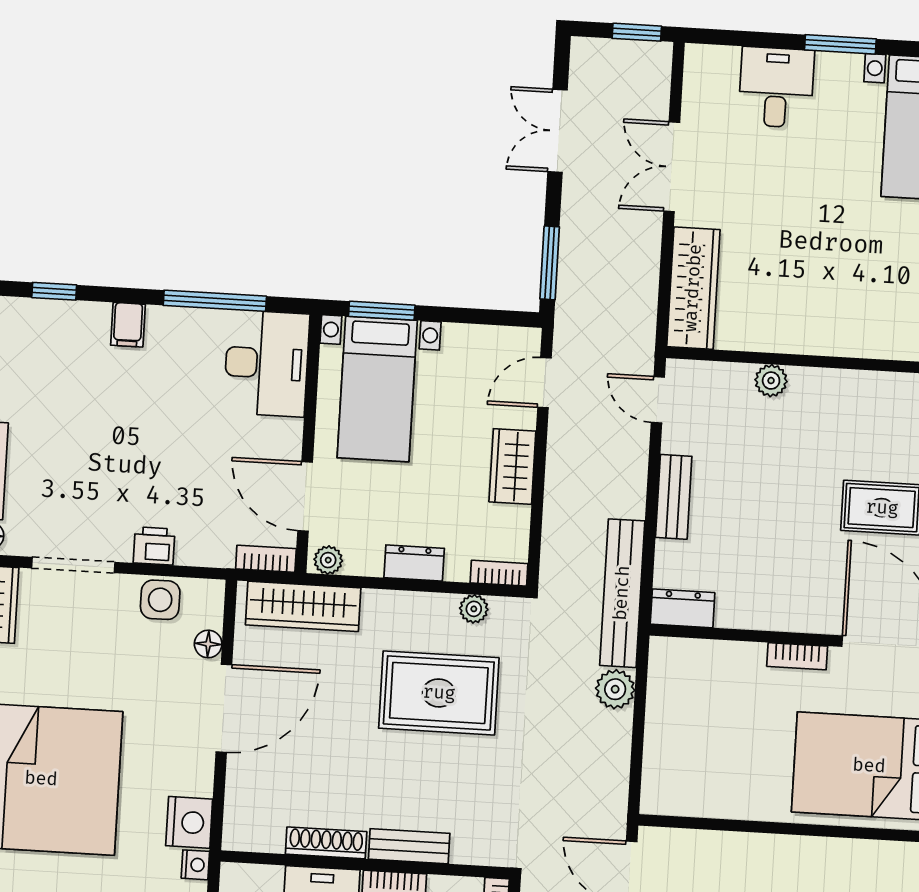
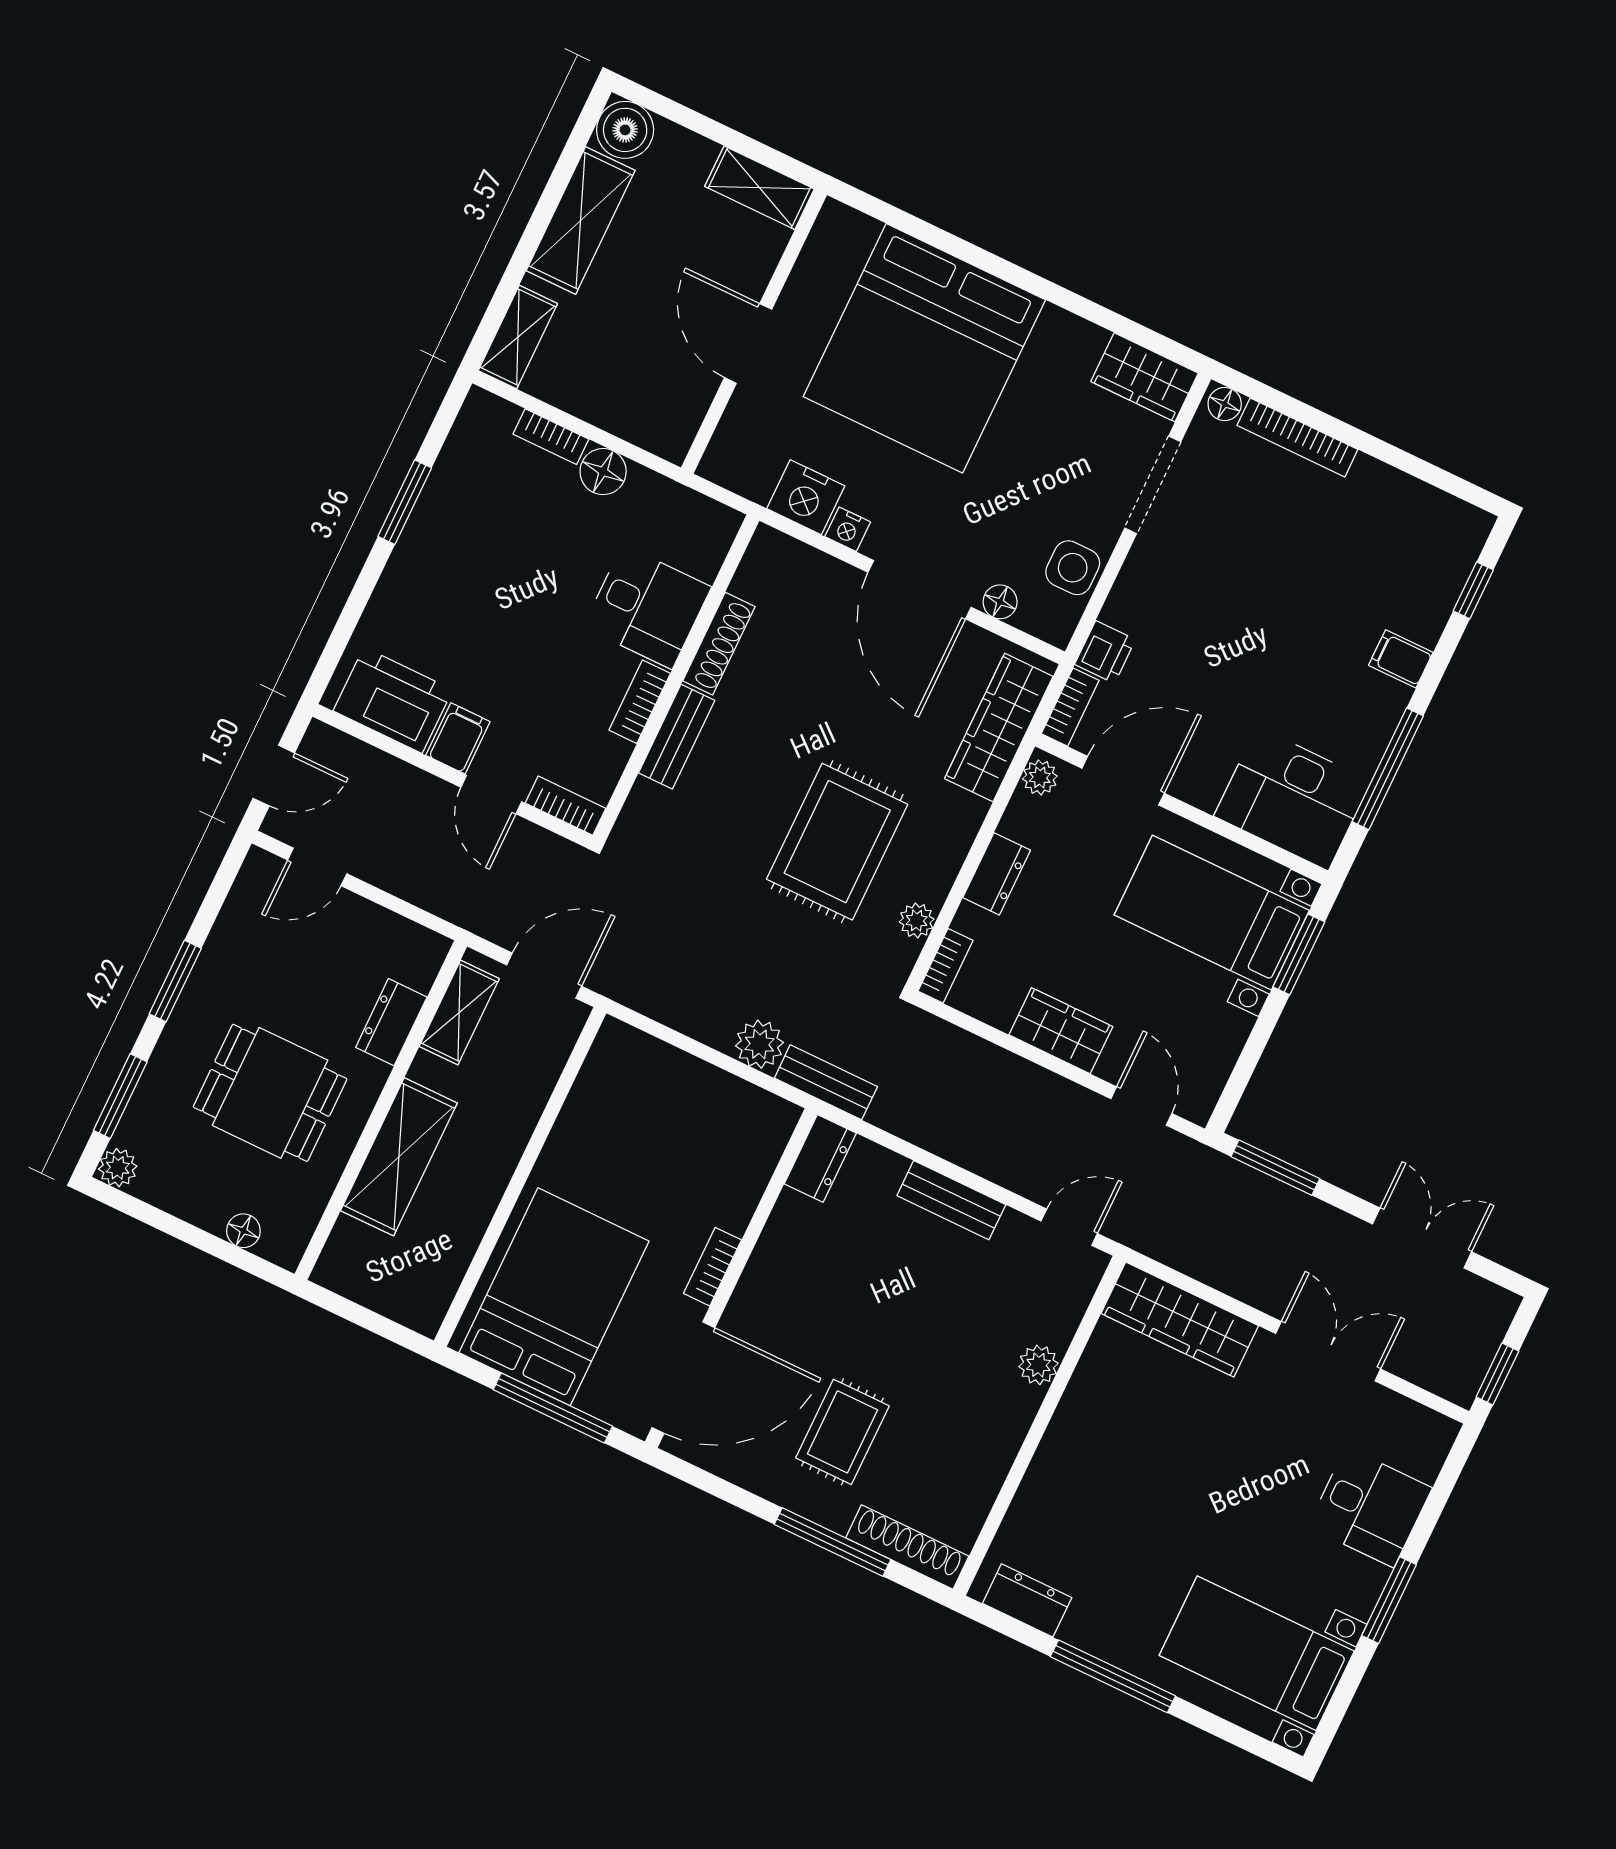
printer: (154, 546) -> (1105, 652), moved
bench: (622, 593) -> (826, 1082), width x0.54, depth x0.82
nightstand: (195, 865) -> (848, 529), moved

